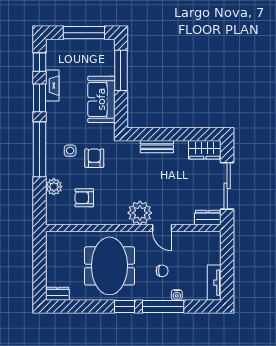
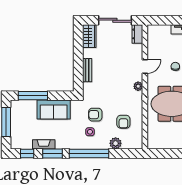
plant: (140, 213) -> (138, 86), width x0.53, depth x0.53

